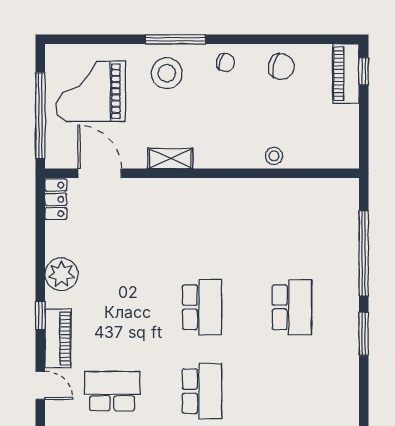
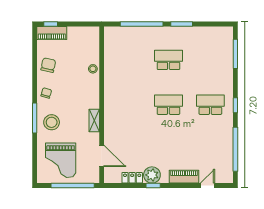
door: (100, 173) -> (102, 156), swing flipped
locker: (56, 199) -> (132, 178), moved
window: (40, 316) -> (153, 185), moved
school desk: (112, 391) -> (210, 150), removed

